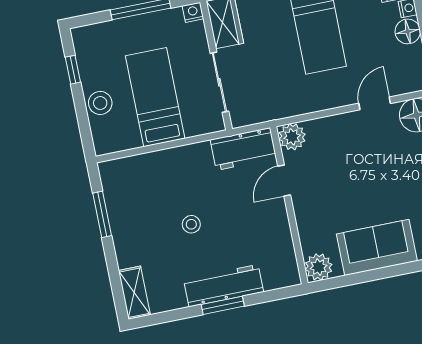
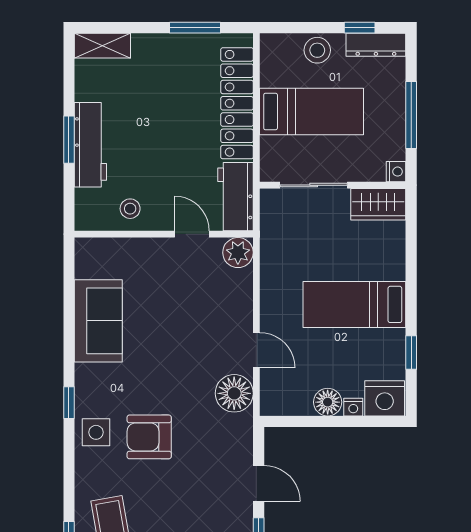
dresser: (85, 52) -> (376, 45), added
locker: (161, 164) -> (237, 103), added
stool: (191, 224) -> (130, 209), moved
plant: (319, 267) -> (90, 253), removed

